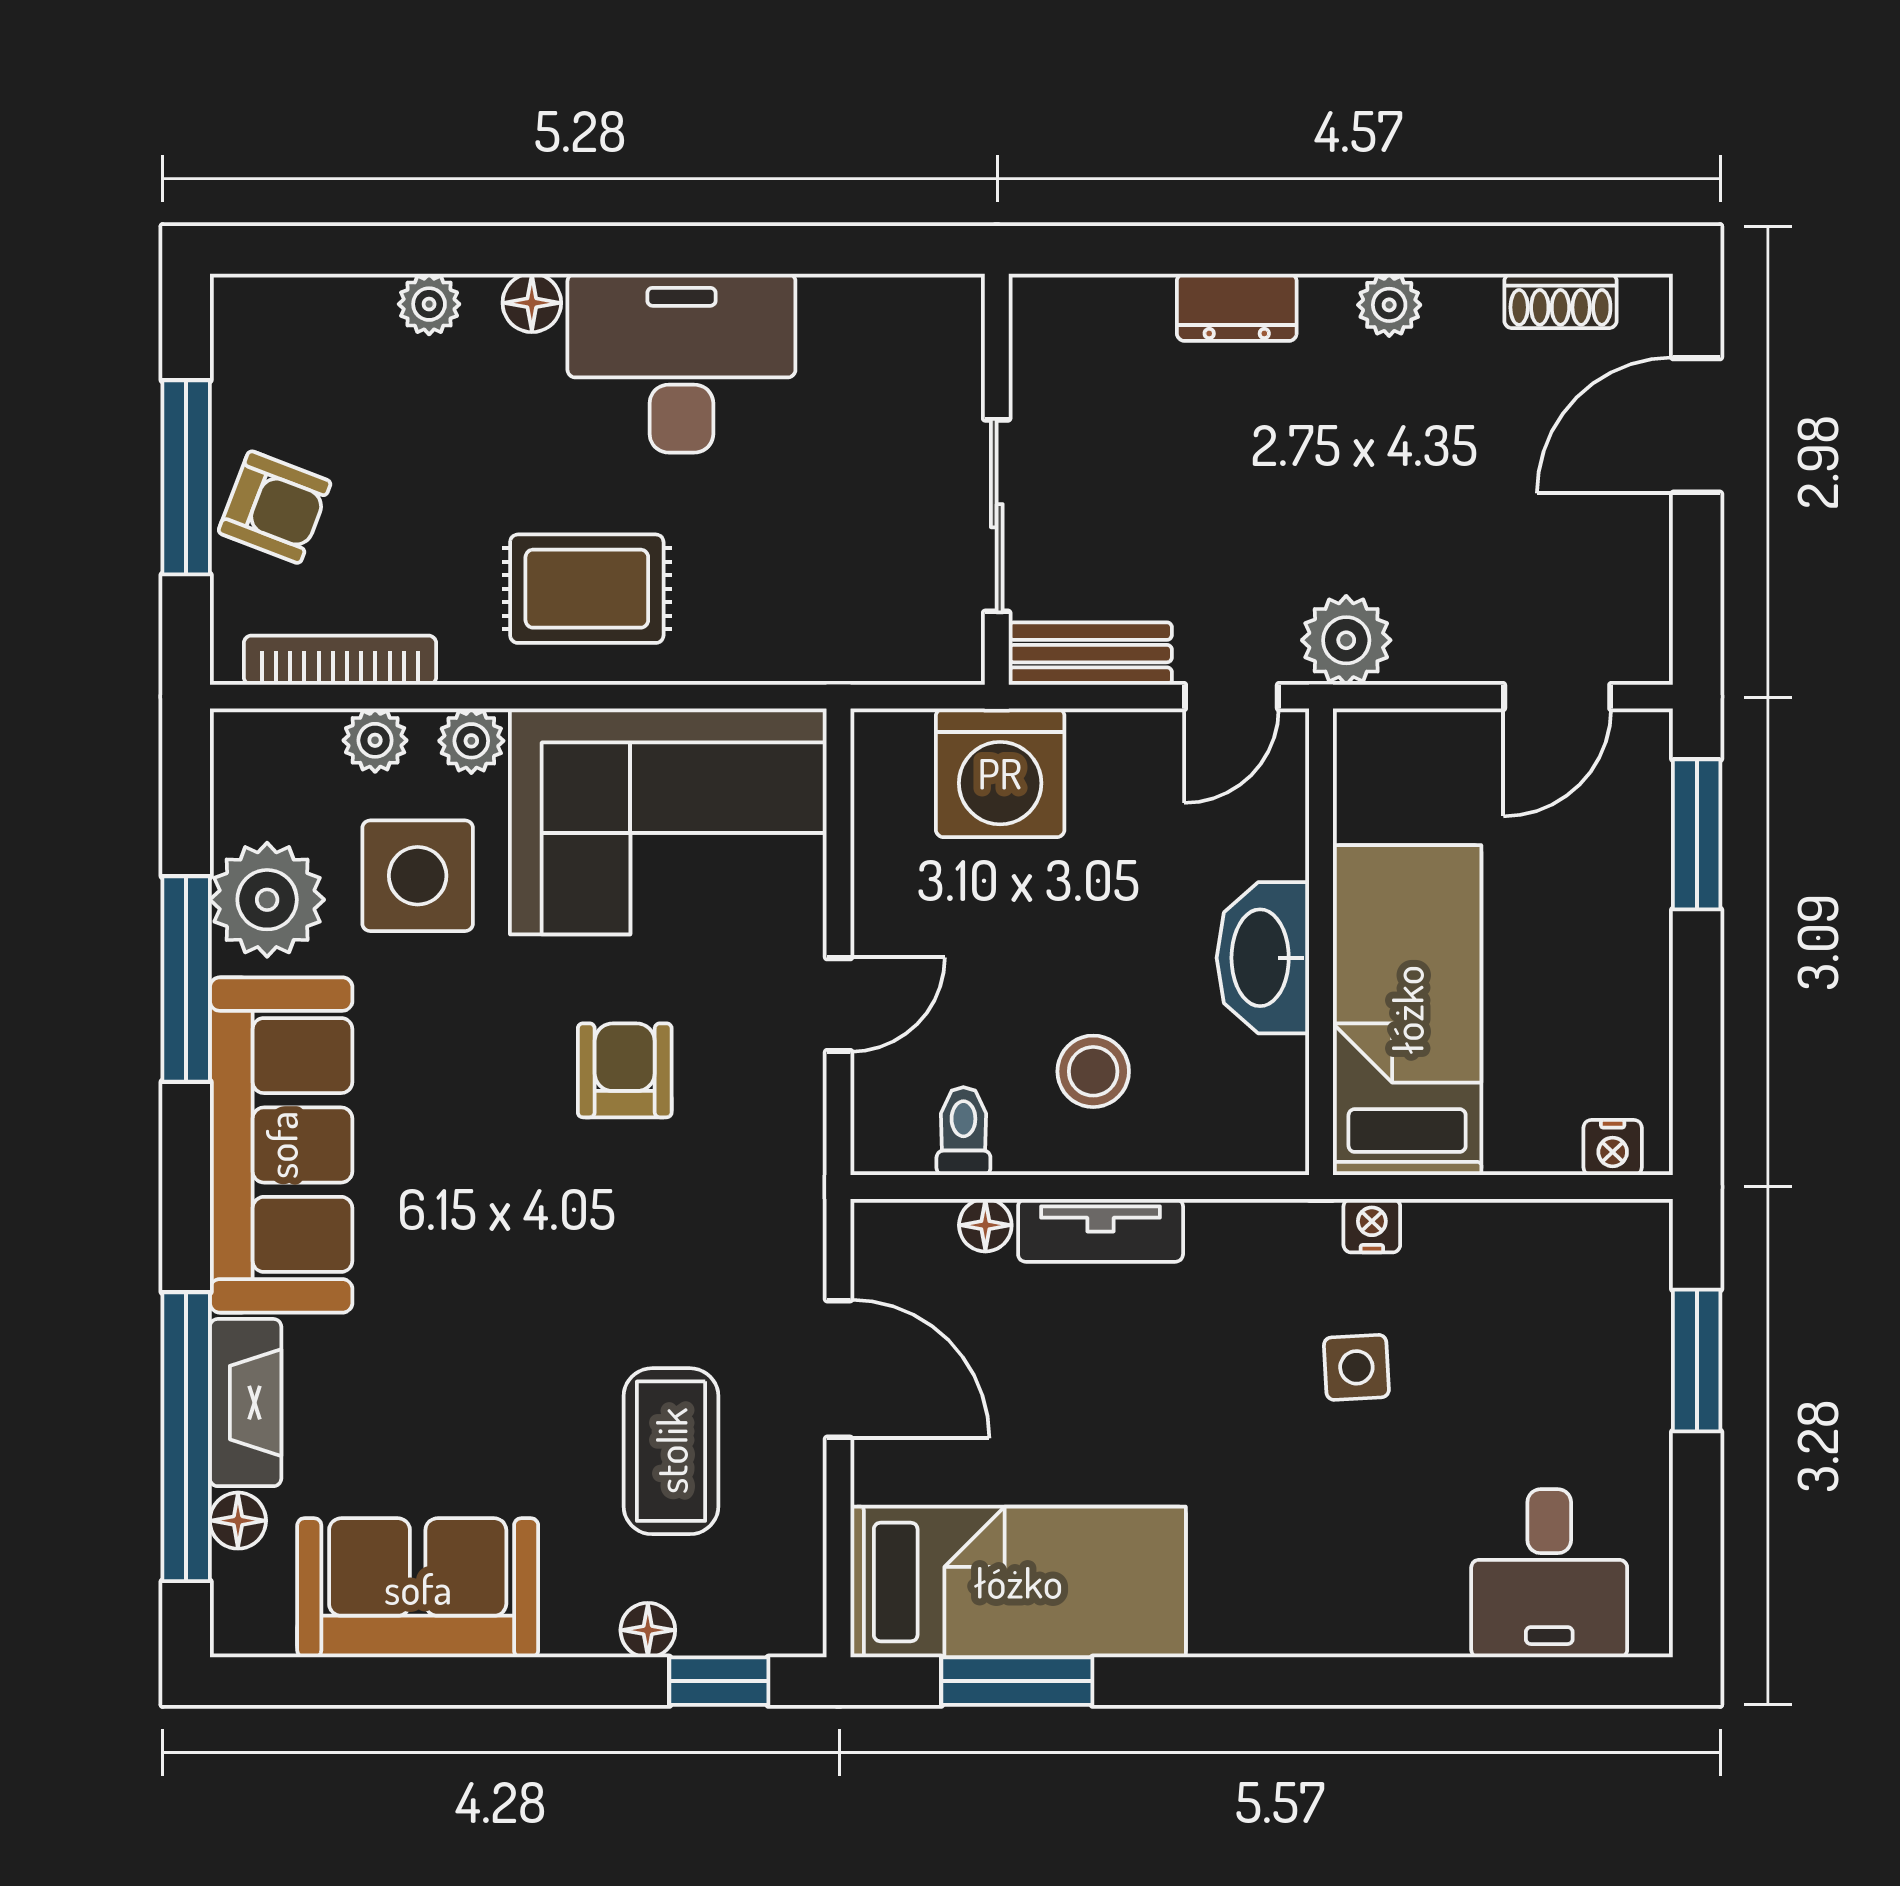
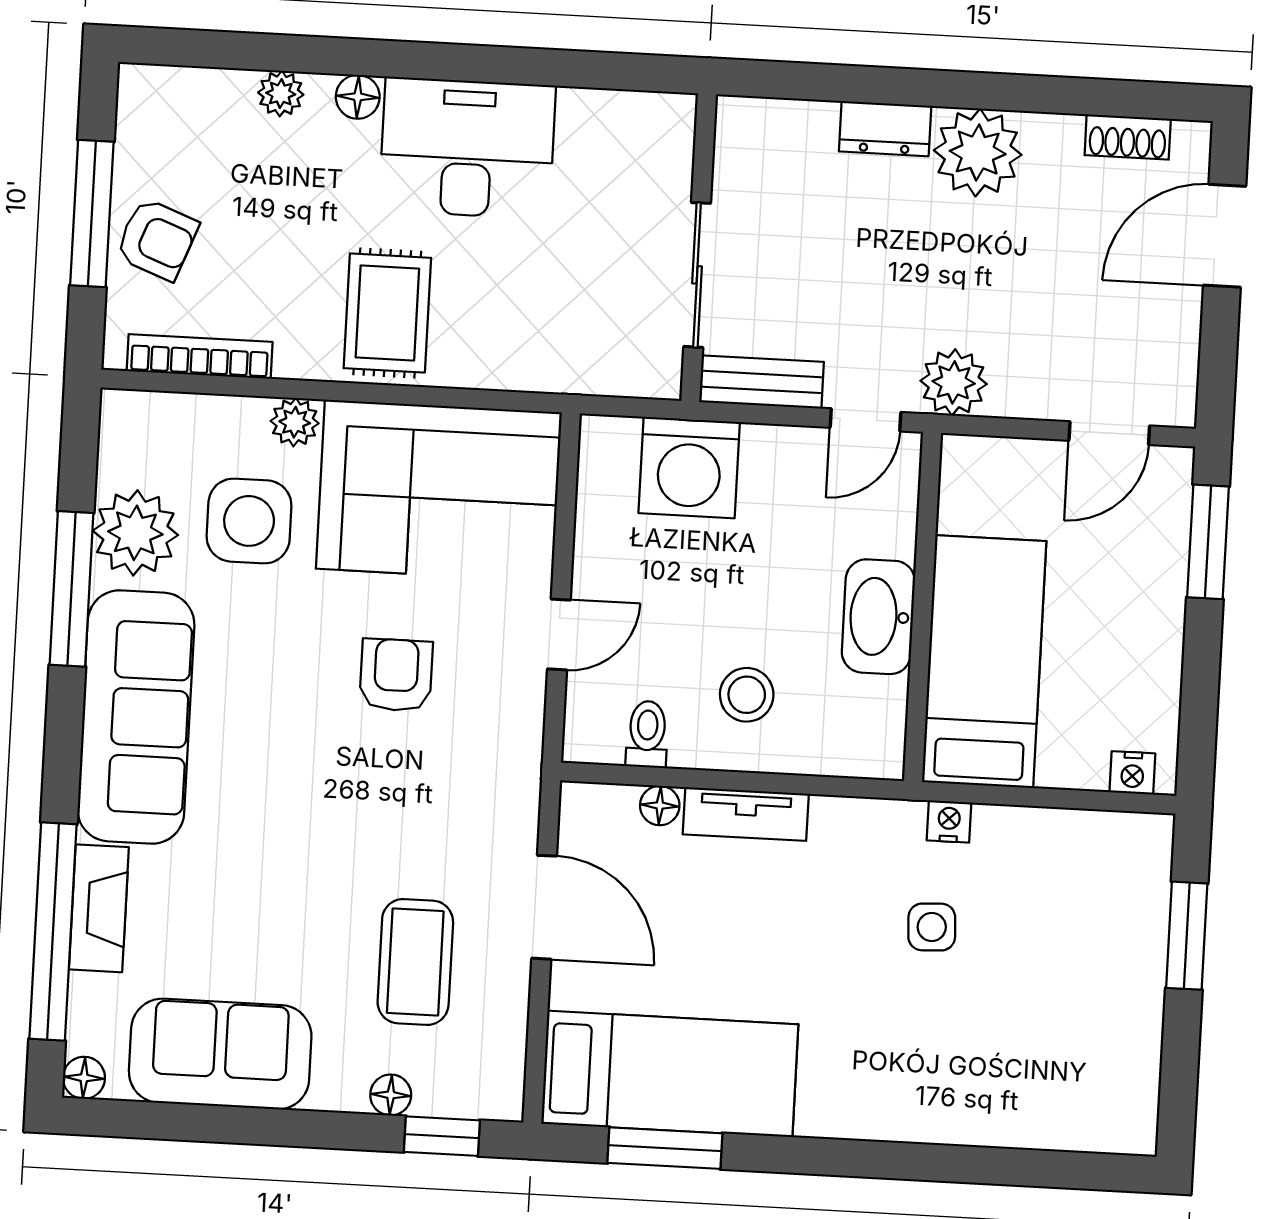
plant: (1389, 305) -> (978, 153), width x1.88, depth x1.88
rug: (587, 589) -> (387, 313), turned 90
plant: (375, 740) -> (223, 418), removed
floor lamp: (238, 1521) -> (84, 1078), moved
desk: (1549, 1573) -> (1068, 1089), removed

